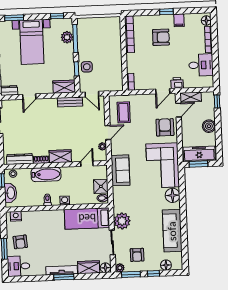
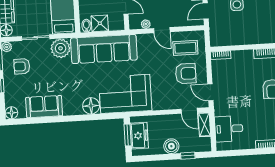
desk: (201, 65) -> (229, 129), moved, turned 90
printer: (177, 83) -> (220, 109), removed
window: (217, 101) -> (188, 156), moved
armchair: (165, 127) -> (186, 74), moved
freezer: (199, 154) -> (139, 136), width x0.71
sofa: (120, 170) -> (104, 49), width x1.85, depth x1.27
sofa: (172, 231) -> (44, 107), width x0.73
floor lamp: (166, 265) -> (12, 113), moved

